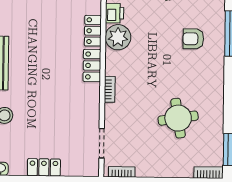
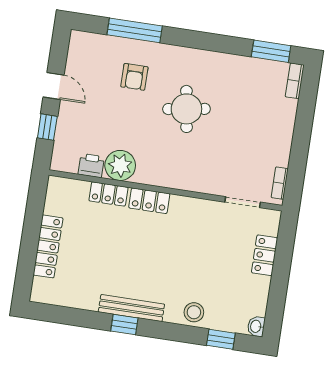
bookcase: (110, 89) -> (180, 184), removed
round table: (178, 118) -> (186, 109), moved
locker: (44, 167) -> (265, 255), moved

